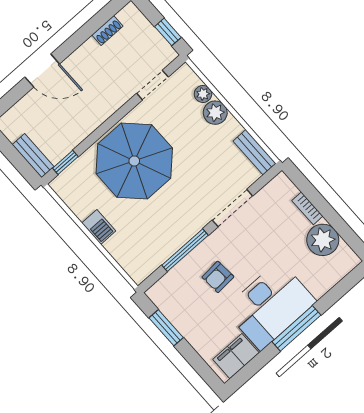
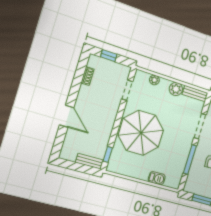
window: (168, 32) -> (109, 56), moved
door: (42, 70) -> (67, 116), hinge flipped
plant: (215, 113) -> (176, 89), moved
barbecue: (99, 227) -> (157, 178), moved

